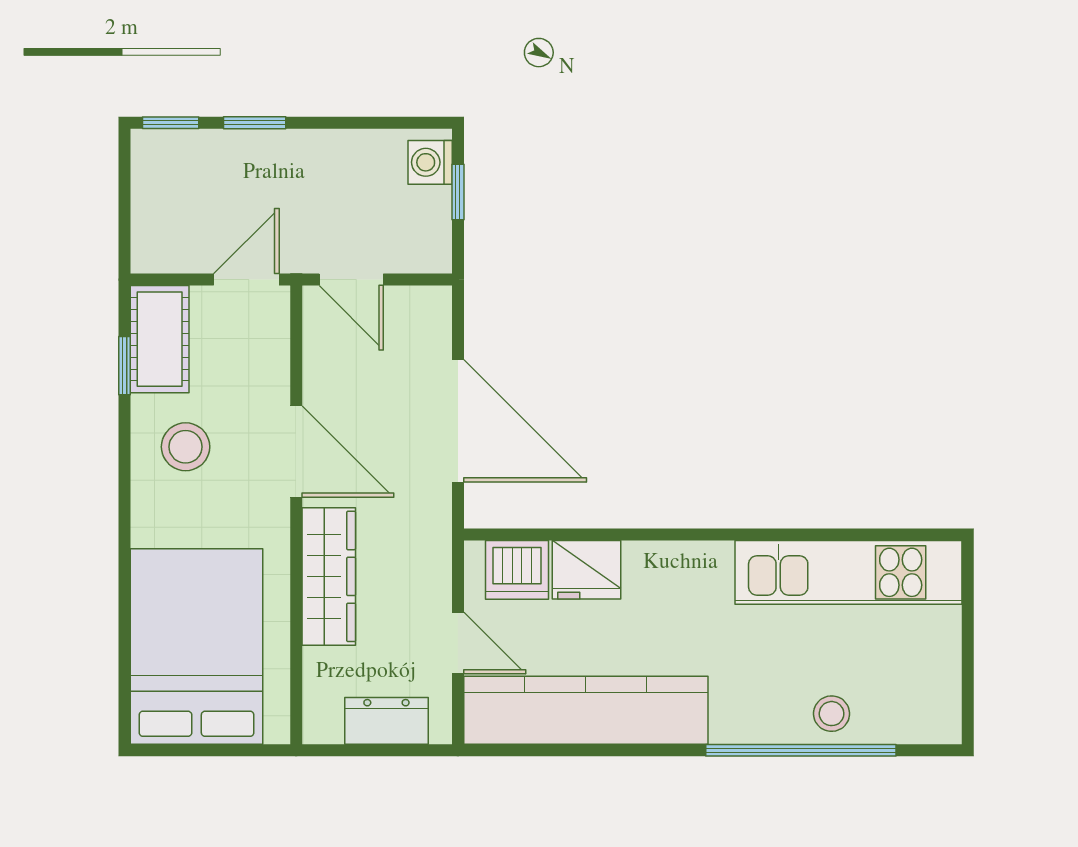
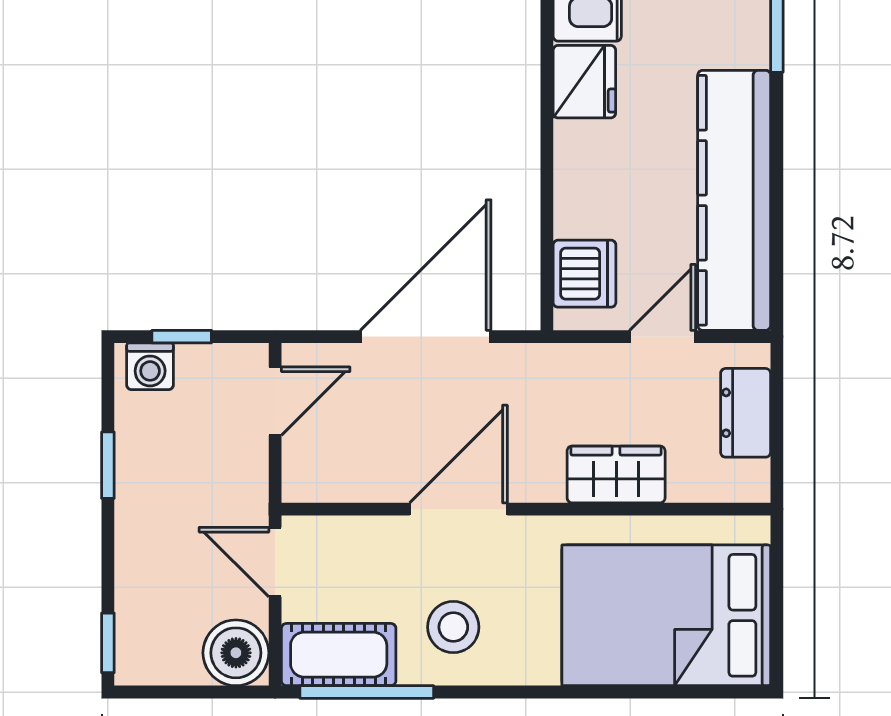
window: (255, 123) -> (108, 465), moved
boiler: (161, 243) -> (236, 653), added
door: (351, 280) -> (275, 401), moved
window: (125, 366) -> (367, 692), width x2.17
fridge: (586, 570) -> (584, 82), moved
wardrobe: (329, 576) -> (616, 474), width x0.67

